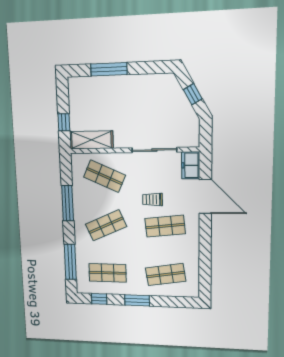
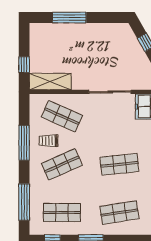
trolley: (153, 200) -> (48, 141), moved

